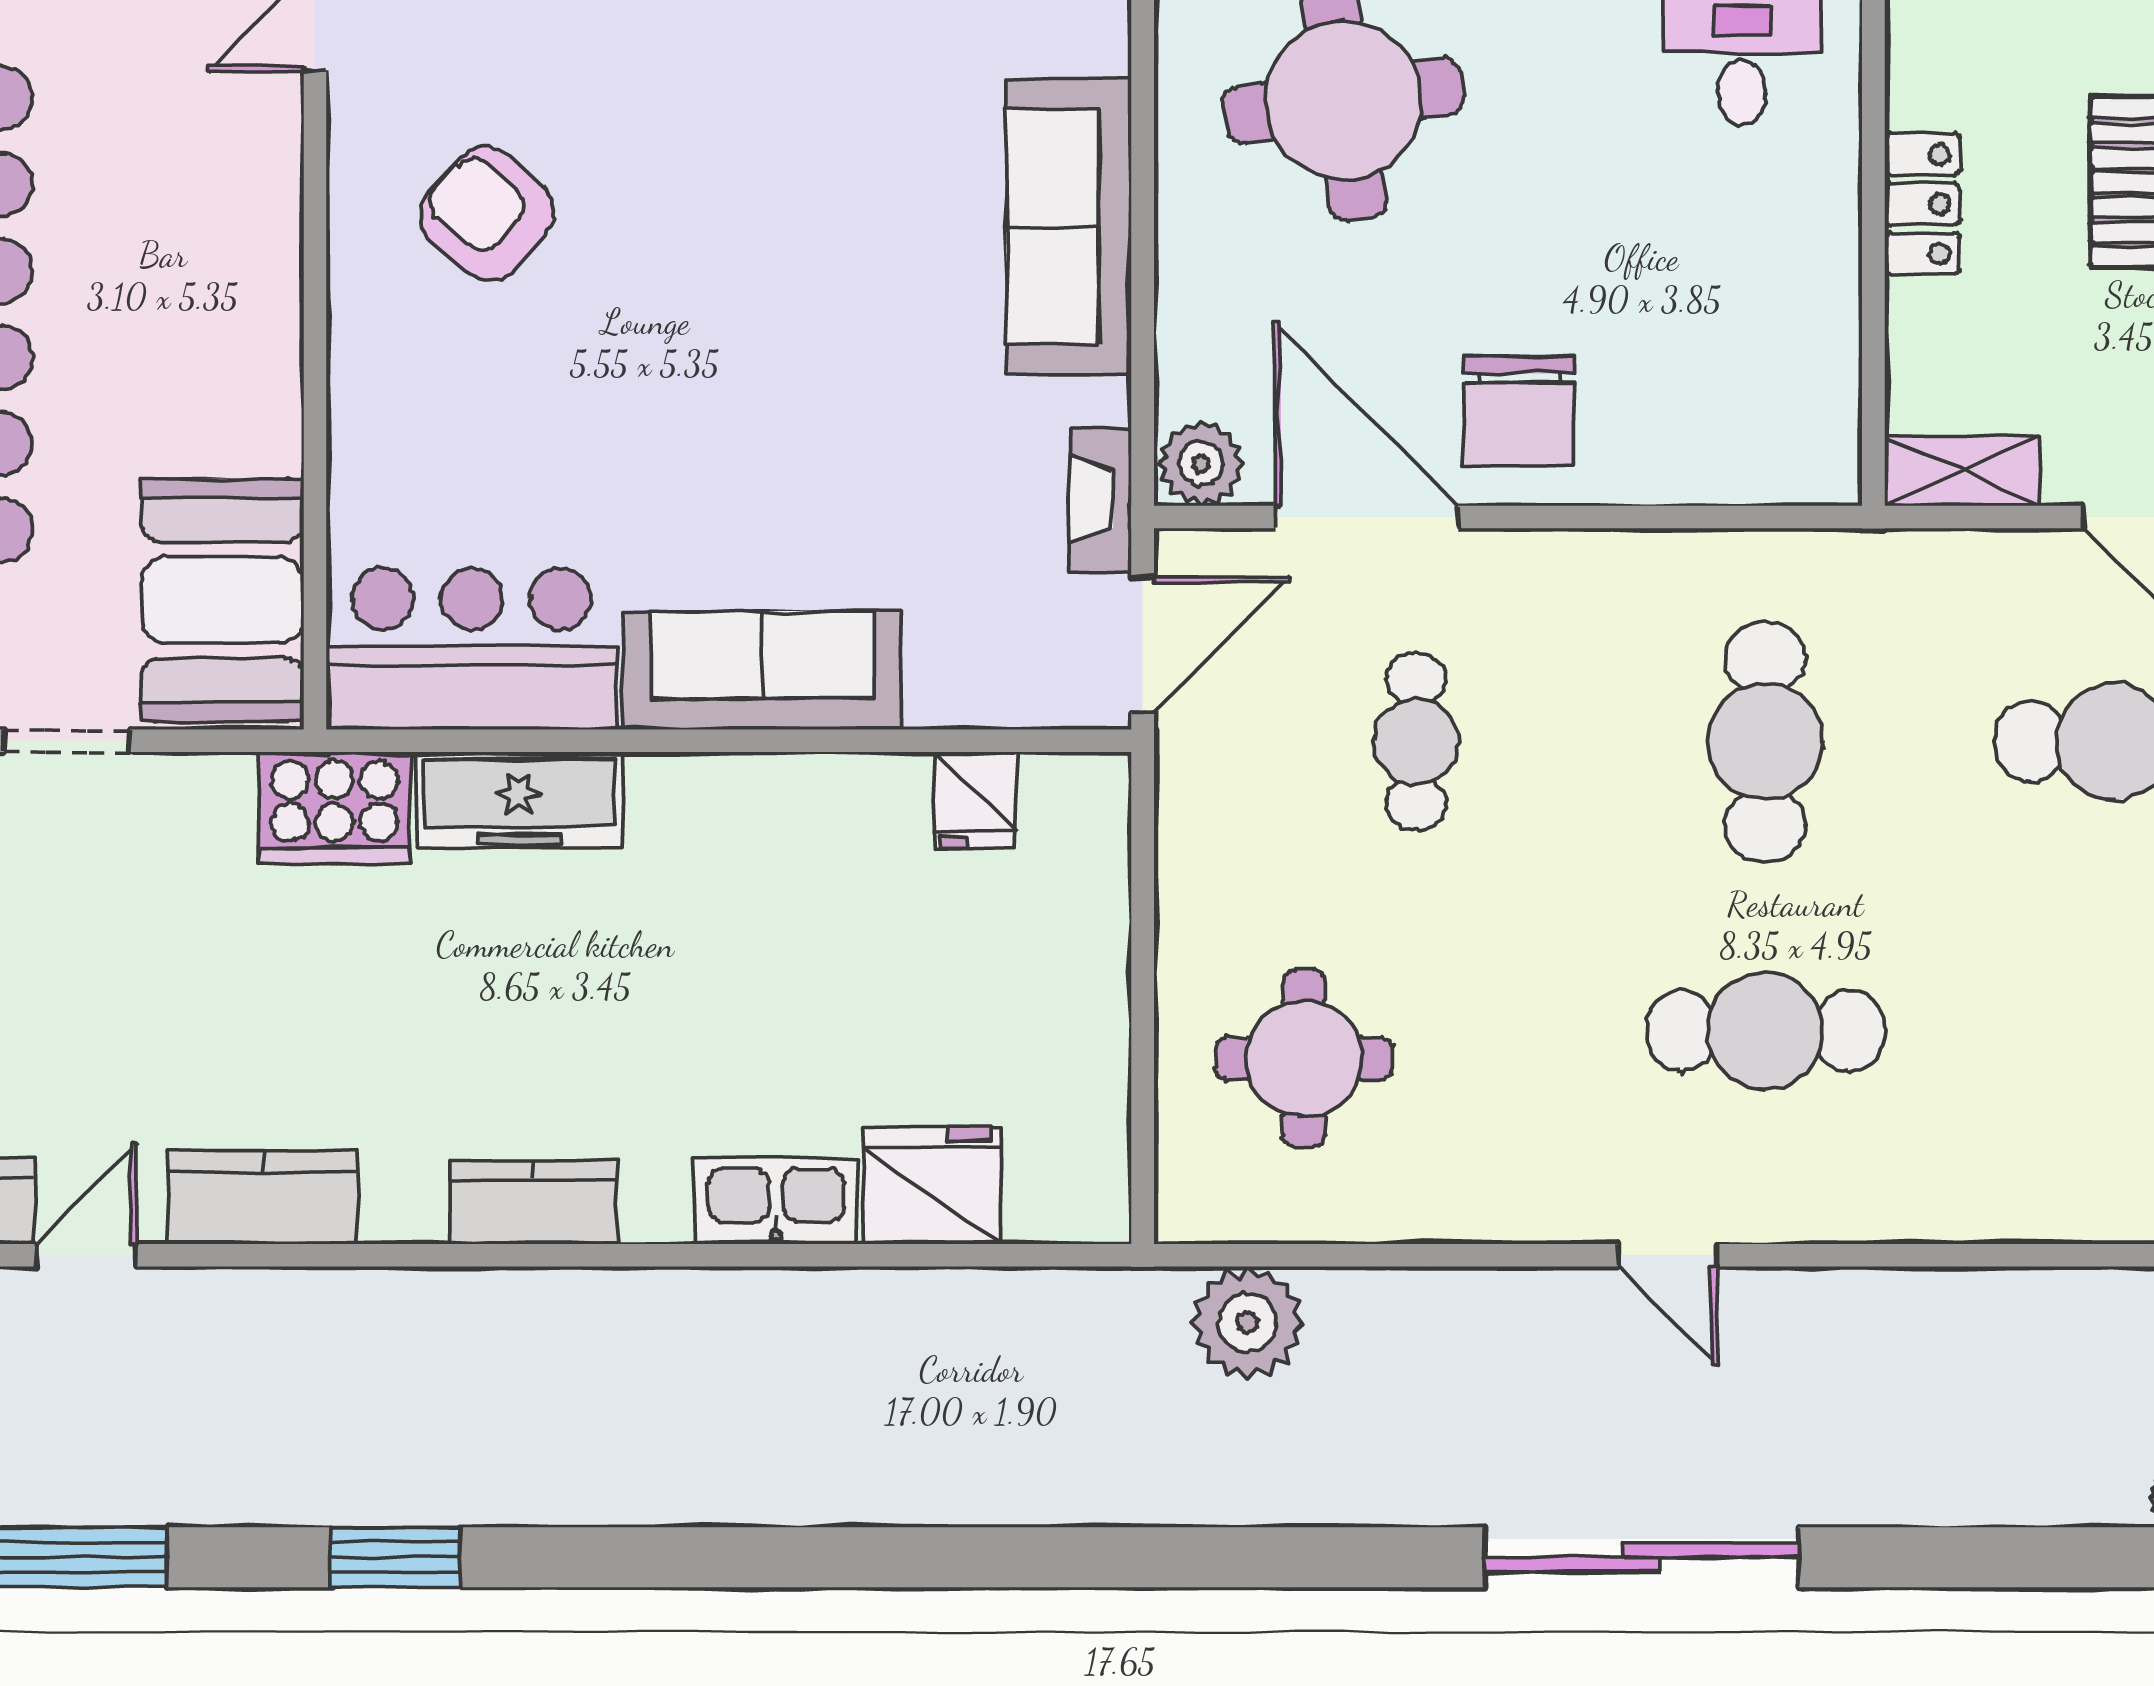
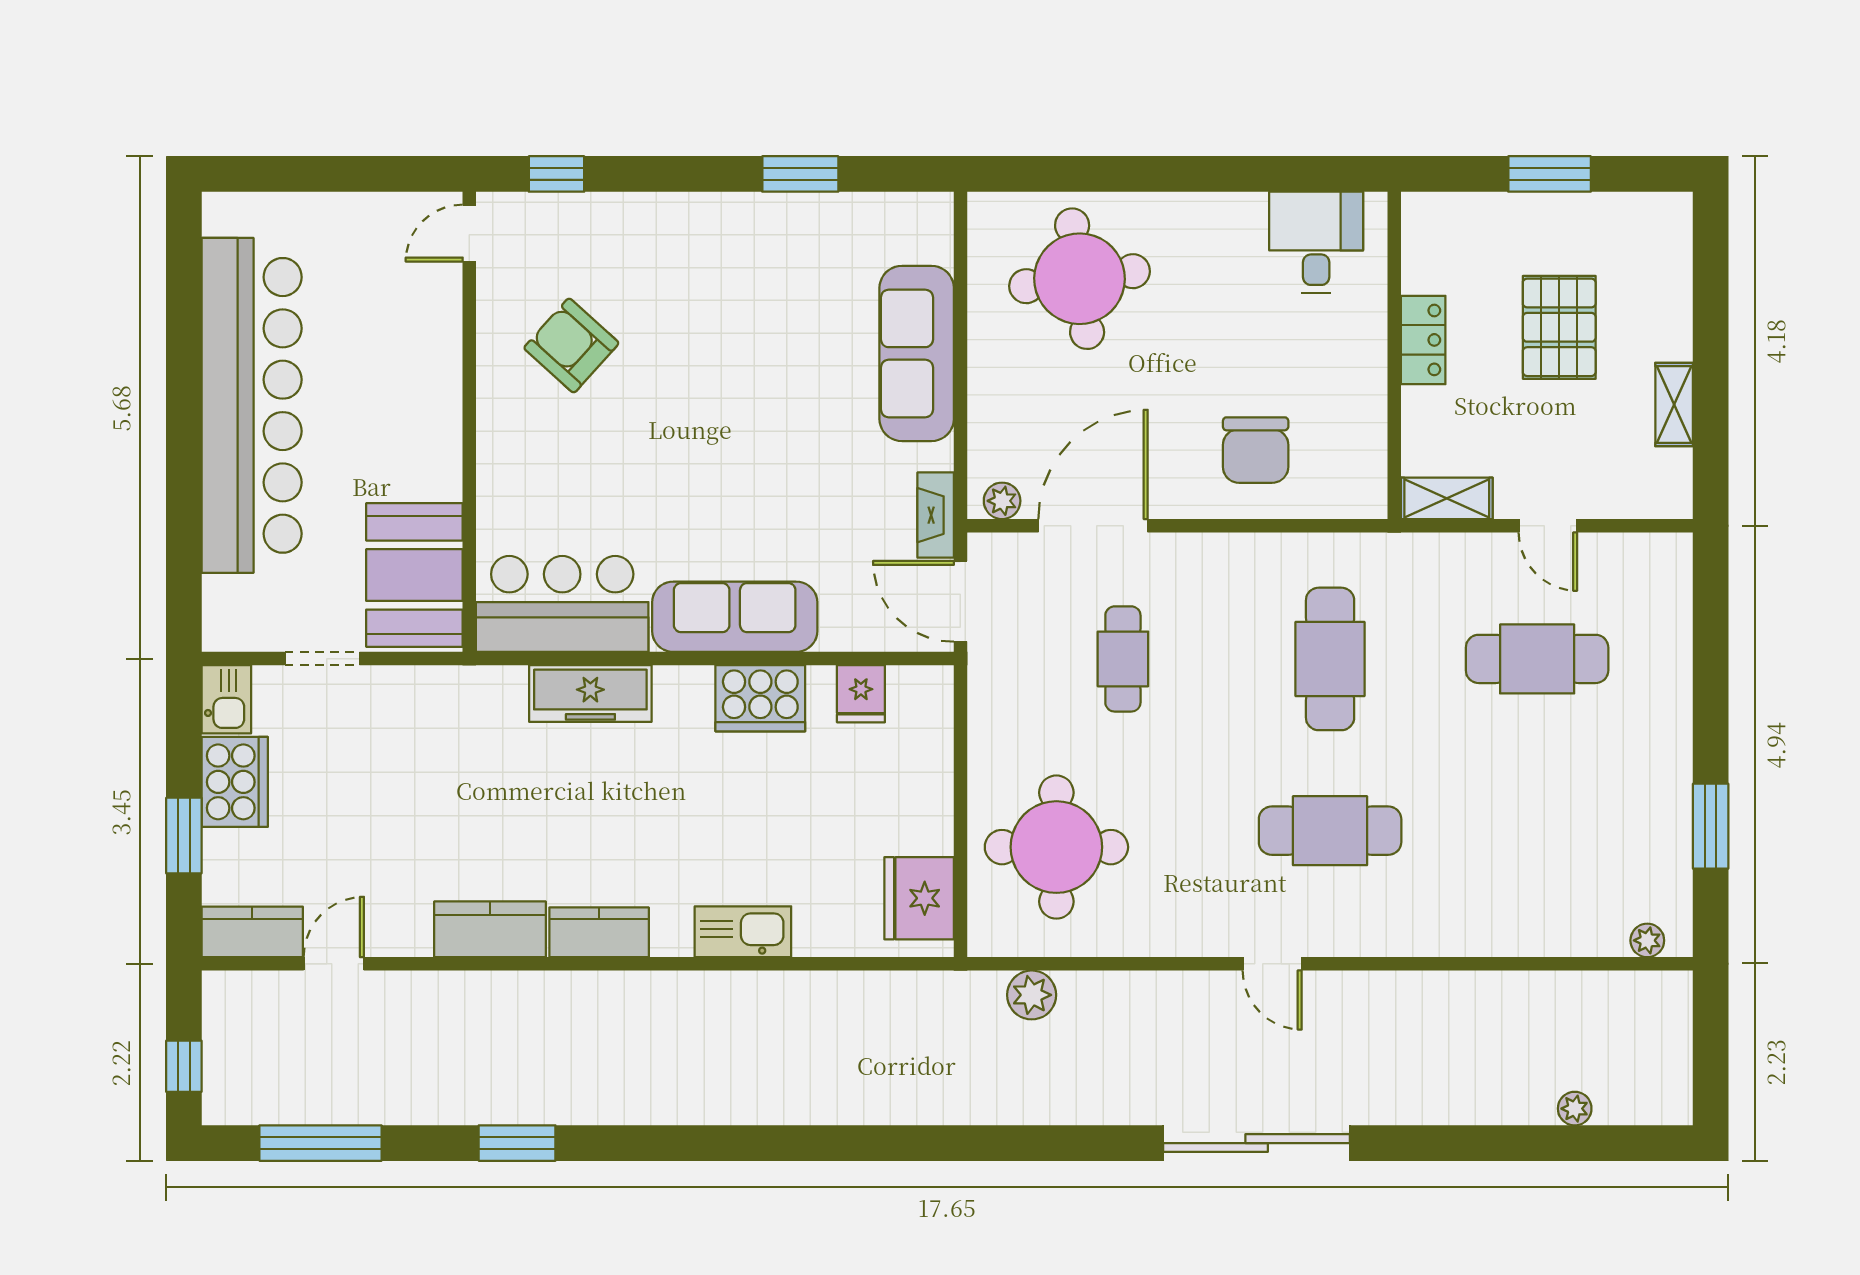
chair: (1519, 411) -> (1256, 450), moved
plant: (1201, 463) -> (1002, 501), width x0.73, depth x0.73
door: (1366, 517) -> (1093, 526), hinge flipped
door: (1143, 644) -> (960, 601), swing flipped
cooker: (334, 808) -> (760, 698), moved
round table: (1304, 1058) -> (1056, 847), width x1.36, depth x1.36
fridge: (932, 1185) -> (919, 898), moved, turned -90
kitchen counter: (263, 1197) -> (490, 929), moved
plant: (1248, 1323) -> (1032, 995), width x0.73, depth x0.73

